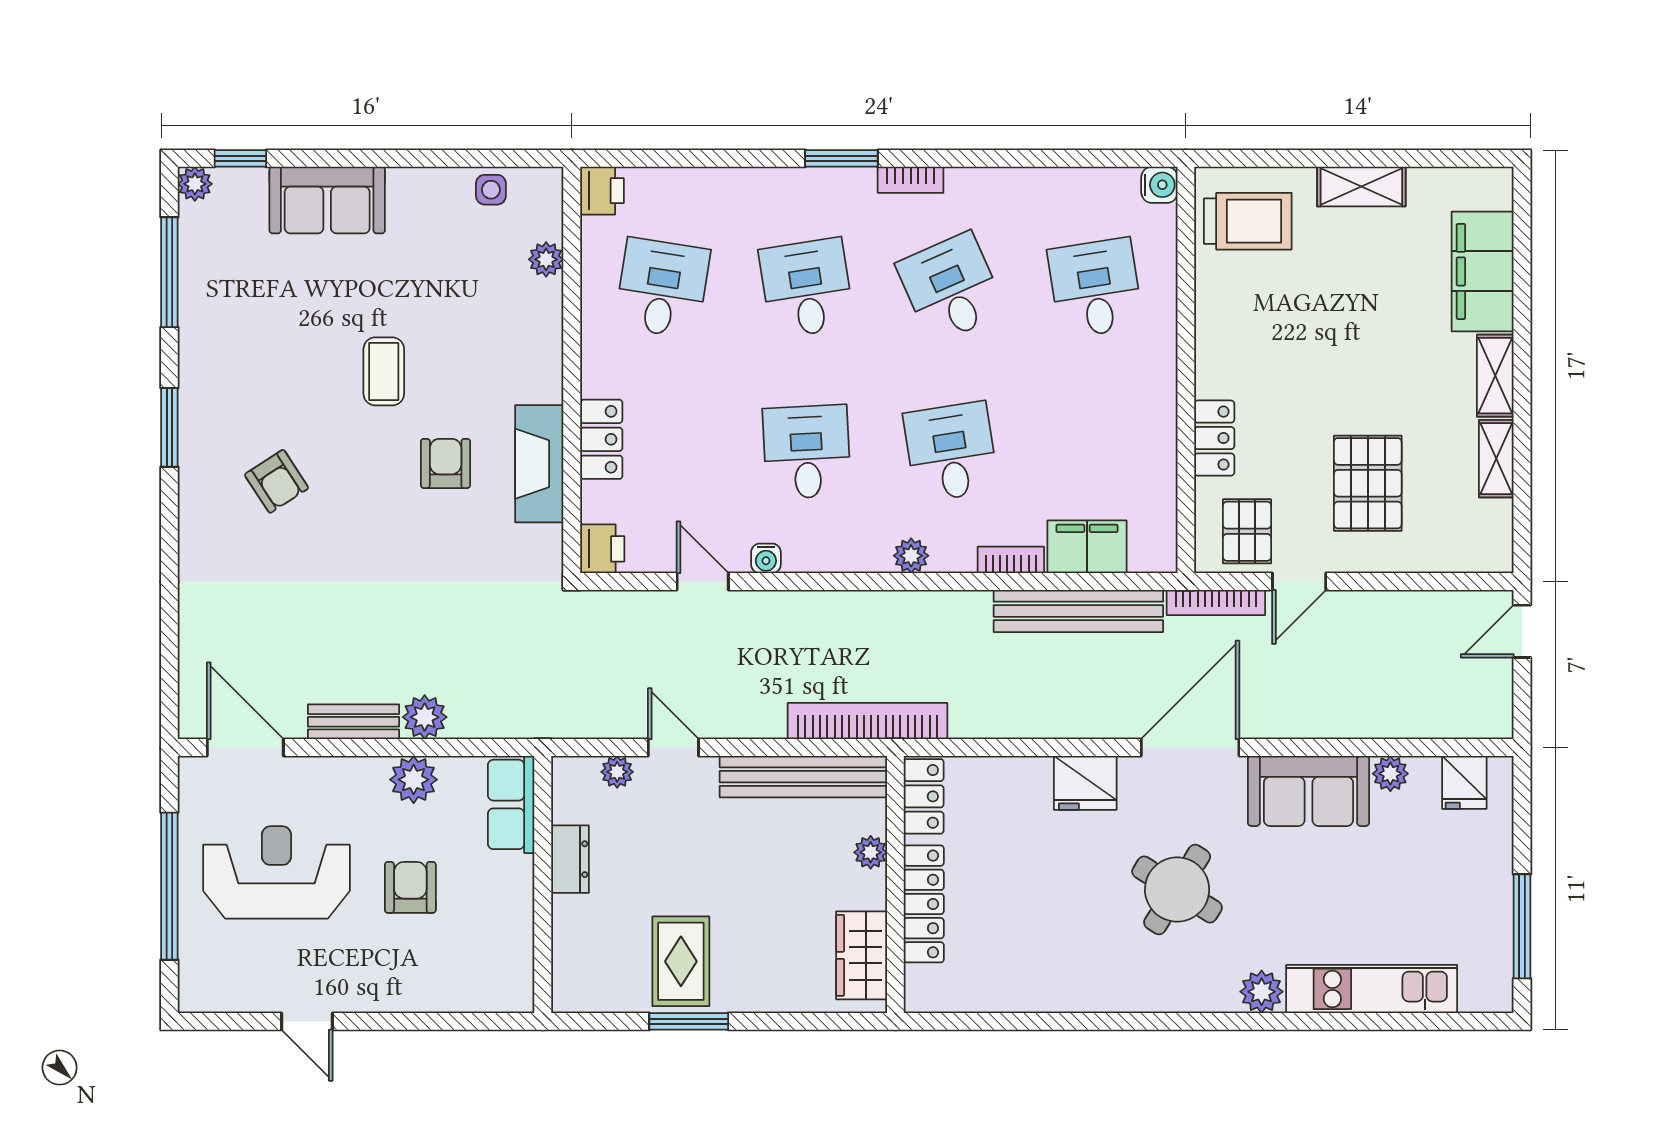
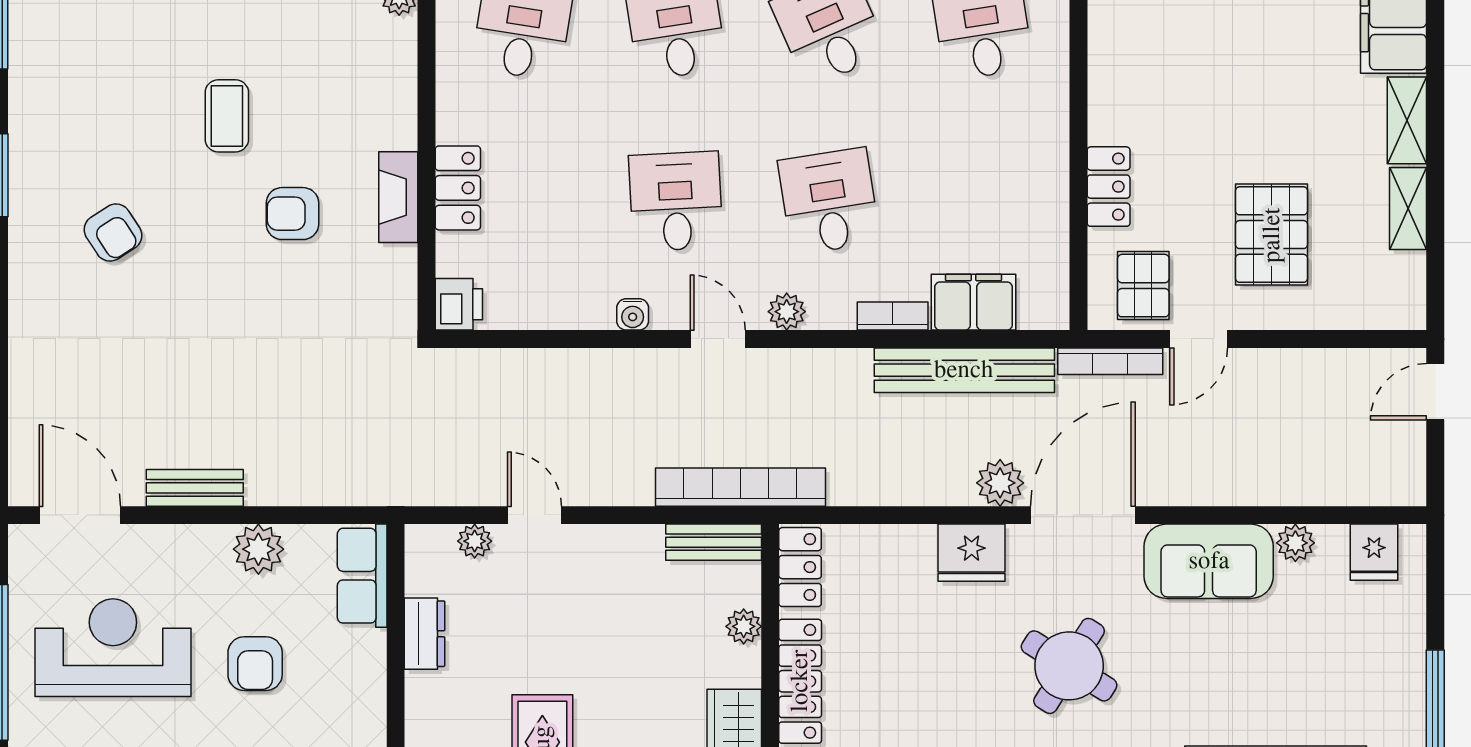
armchair: (446, 463) -> (292, 214), turned -90
fireplace: (539, 464) -> (398, 197), width x0.73, depth x0.76
door: (703, 582) -> (718, 339), moved
plant: (425, 717) -> (1000, 483), moved
bench: (803, 777) -> (714, 542), width x0.54, depth x0.82
armchair: (410, 887) -> (255, 664), turned 180

